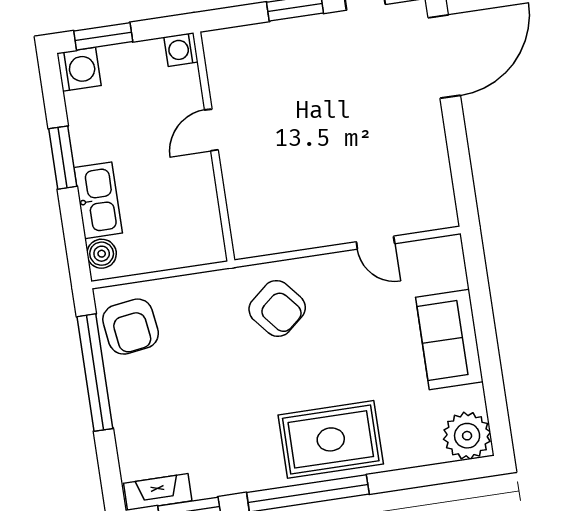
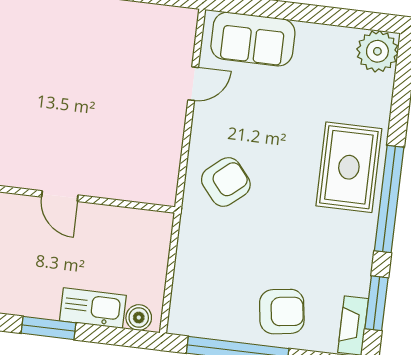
armchair: (131, 327) -> (282, 312), moved
sofa: (449, 339) -> (253, 39), moved

